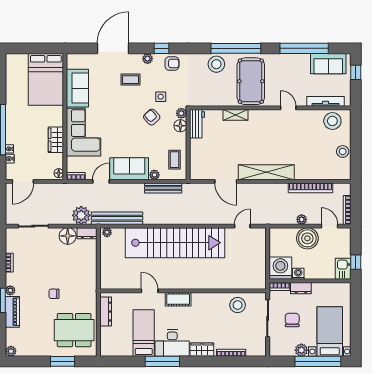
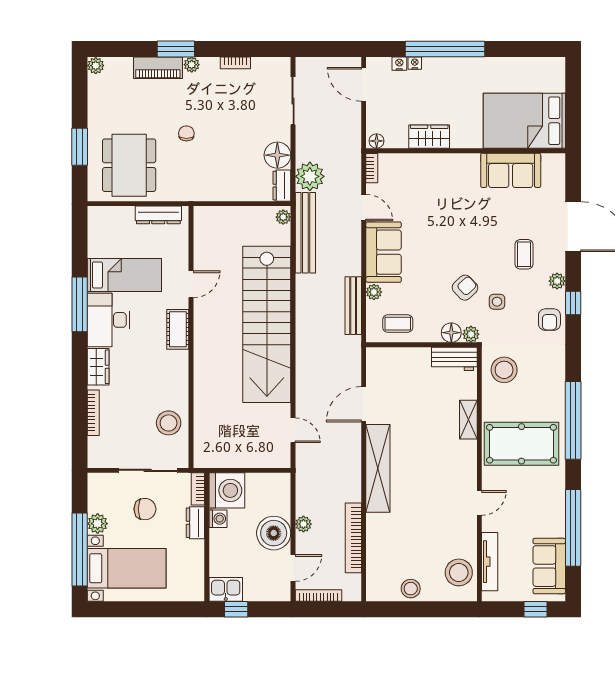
stool: (216, 64) -> (504, 370), moved
corner sofa: (84, 132) -> (441, 180), removed

